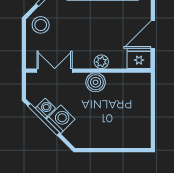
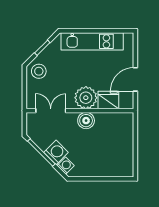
fridge: (139, 58) -> (108, 100), moved
plant: (101, 62) -> (86, 98), width x1.88, depth x1.88
washing machine: (45, 108) -> (66, 166), moved

